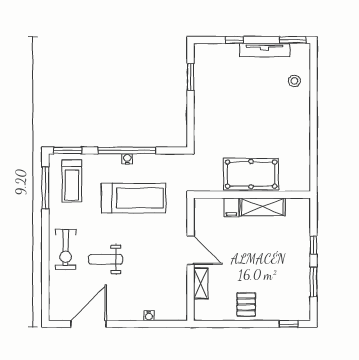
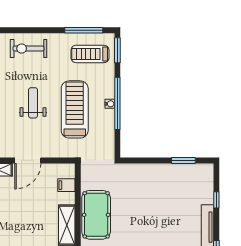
treadmill: (134, 198) -> (75, 109), turned 180
filing cabinet: (231, 207) -> (66, 185), moved
weight bench: (106, 259) -> (33, 103), moved

